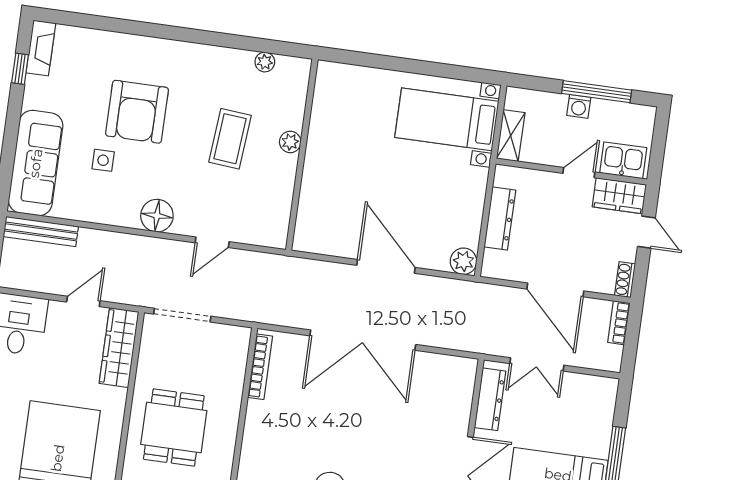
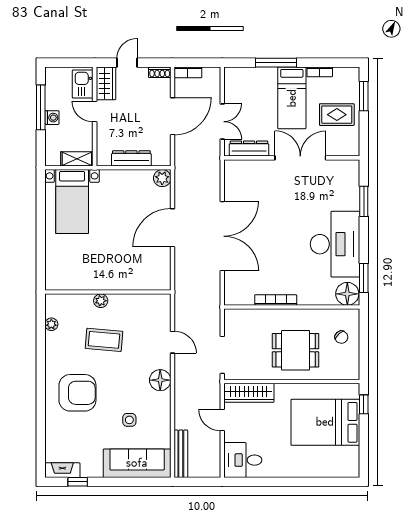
armchair: (137, 112) -> (77, 393), moved
bookcase: (260, 367) -> (276, 300), moved

